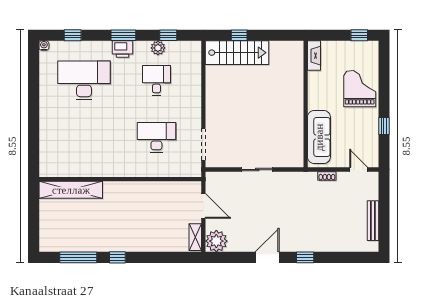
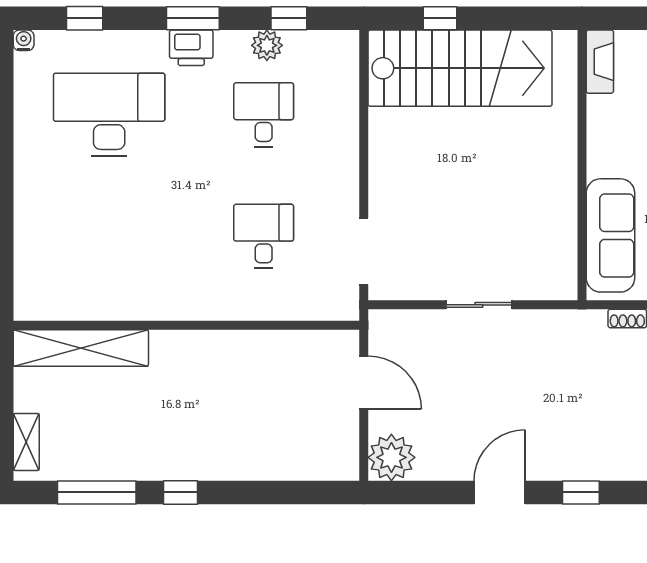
stairs: (237, 53) -> (460, 68), width x1.36, depth x1.51
desk: (156, 137) -> (264, 236), width x0.73
shelving: (195, 237) -> (26, 442), moved

